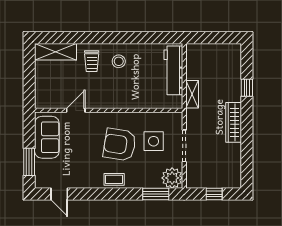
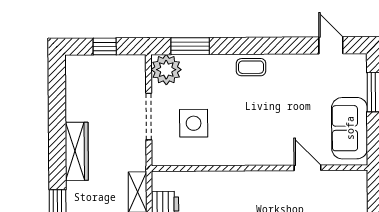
door: (76, 110) -> (307, 168), swing flipped
armchair: (120, 145) -> (243, 118), removed

